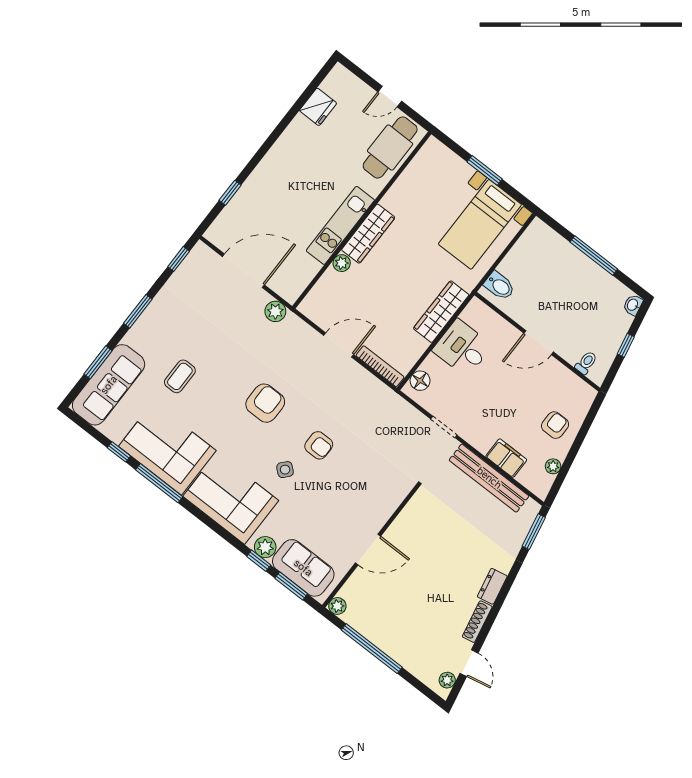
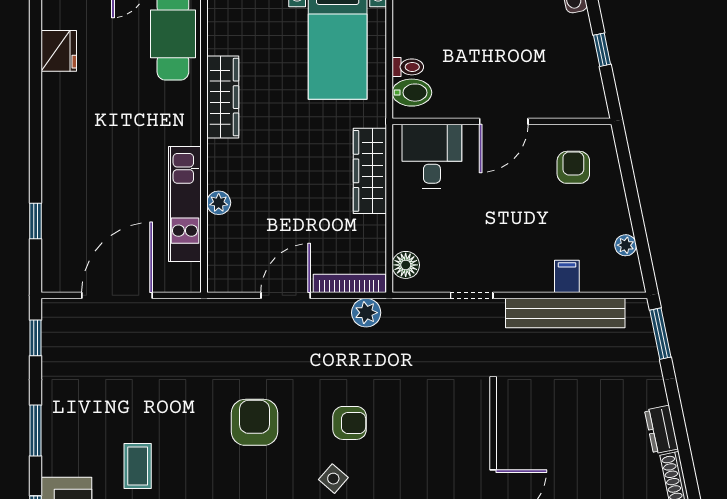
kitchen unit: (340, 225) -> (185, 204), moved
wardrobe: (368, 234) -> (223, 97), moved
plant: (275, 311) -> (366, 313), moved
desk: (462, 348) -> (432, 156), moved, turned 90
toilet: (586, 363) -> (408, 67), moved, turned 90
armchair: (555, 425) -> (573, 167), moved
filing cabinet: (506, 458) -> (567, 276), width x0.50

